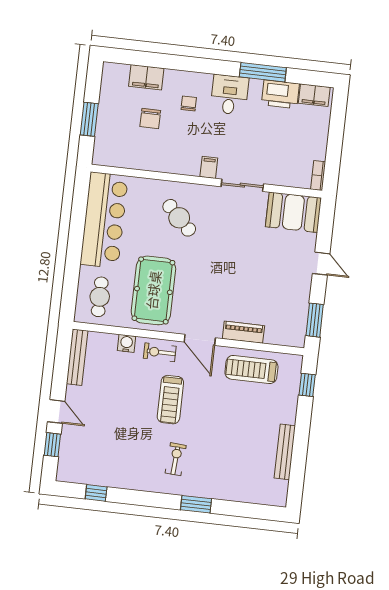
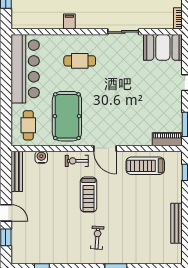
filing cabinet: (209, 167) -> (69, 22), moved
cafe table: (179, 218) -> (80, 61), turned -45
piano: (243, 332) -> (167, 139), moved
water cooler: (126, 343) -> (41, 157), moved

